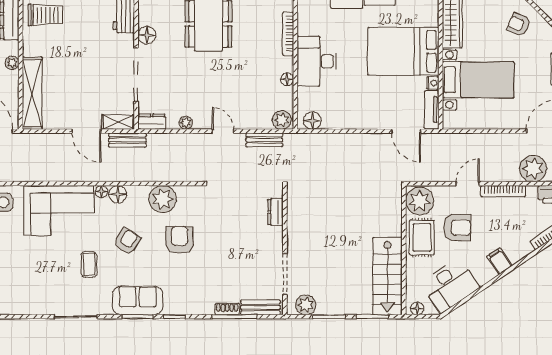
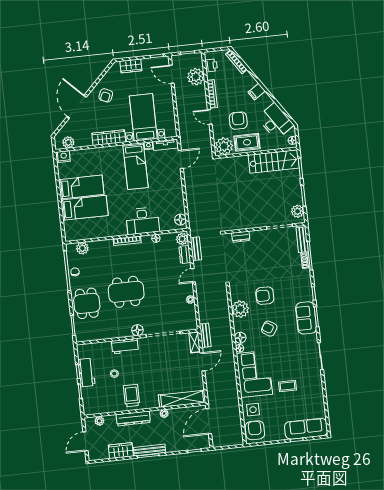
bed: (403, 51) -> (135, 166), width x0.67
dresser: (152, 122) -> (185, 254), moved
coffee table: (89, 264) -> (287, 386), moved

